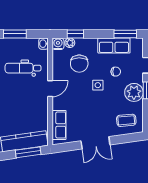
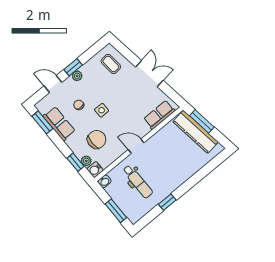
plant: (134, 92) -> (77, 76), width x0.53, depth x0.53

